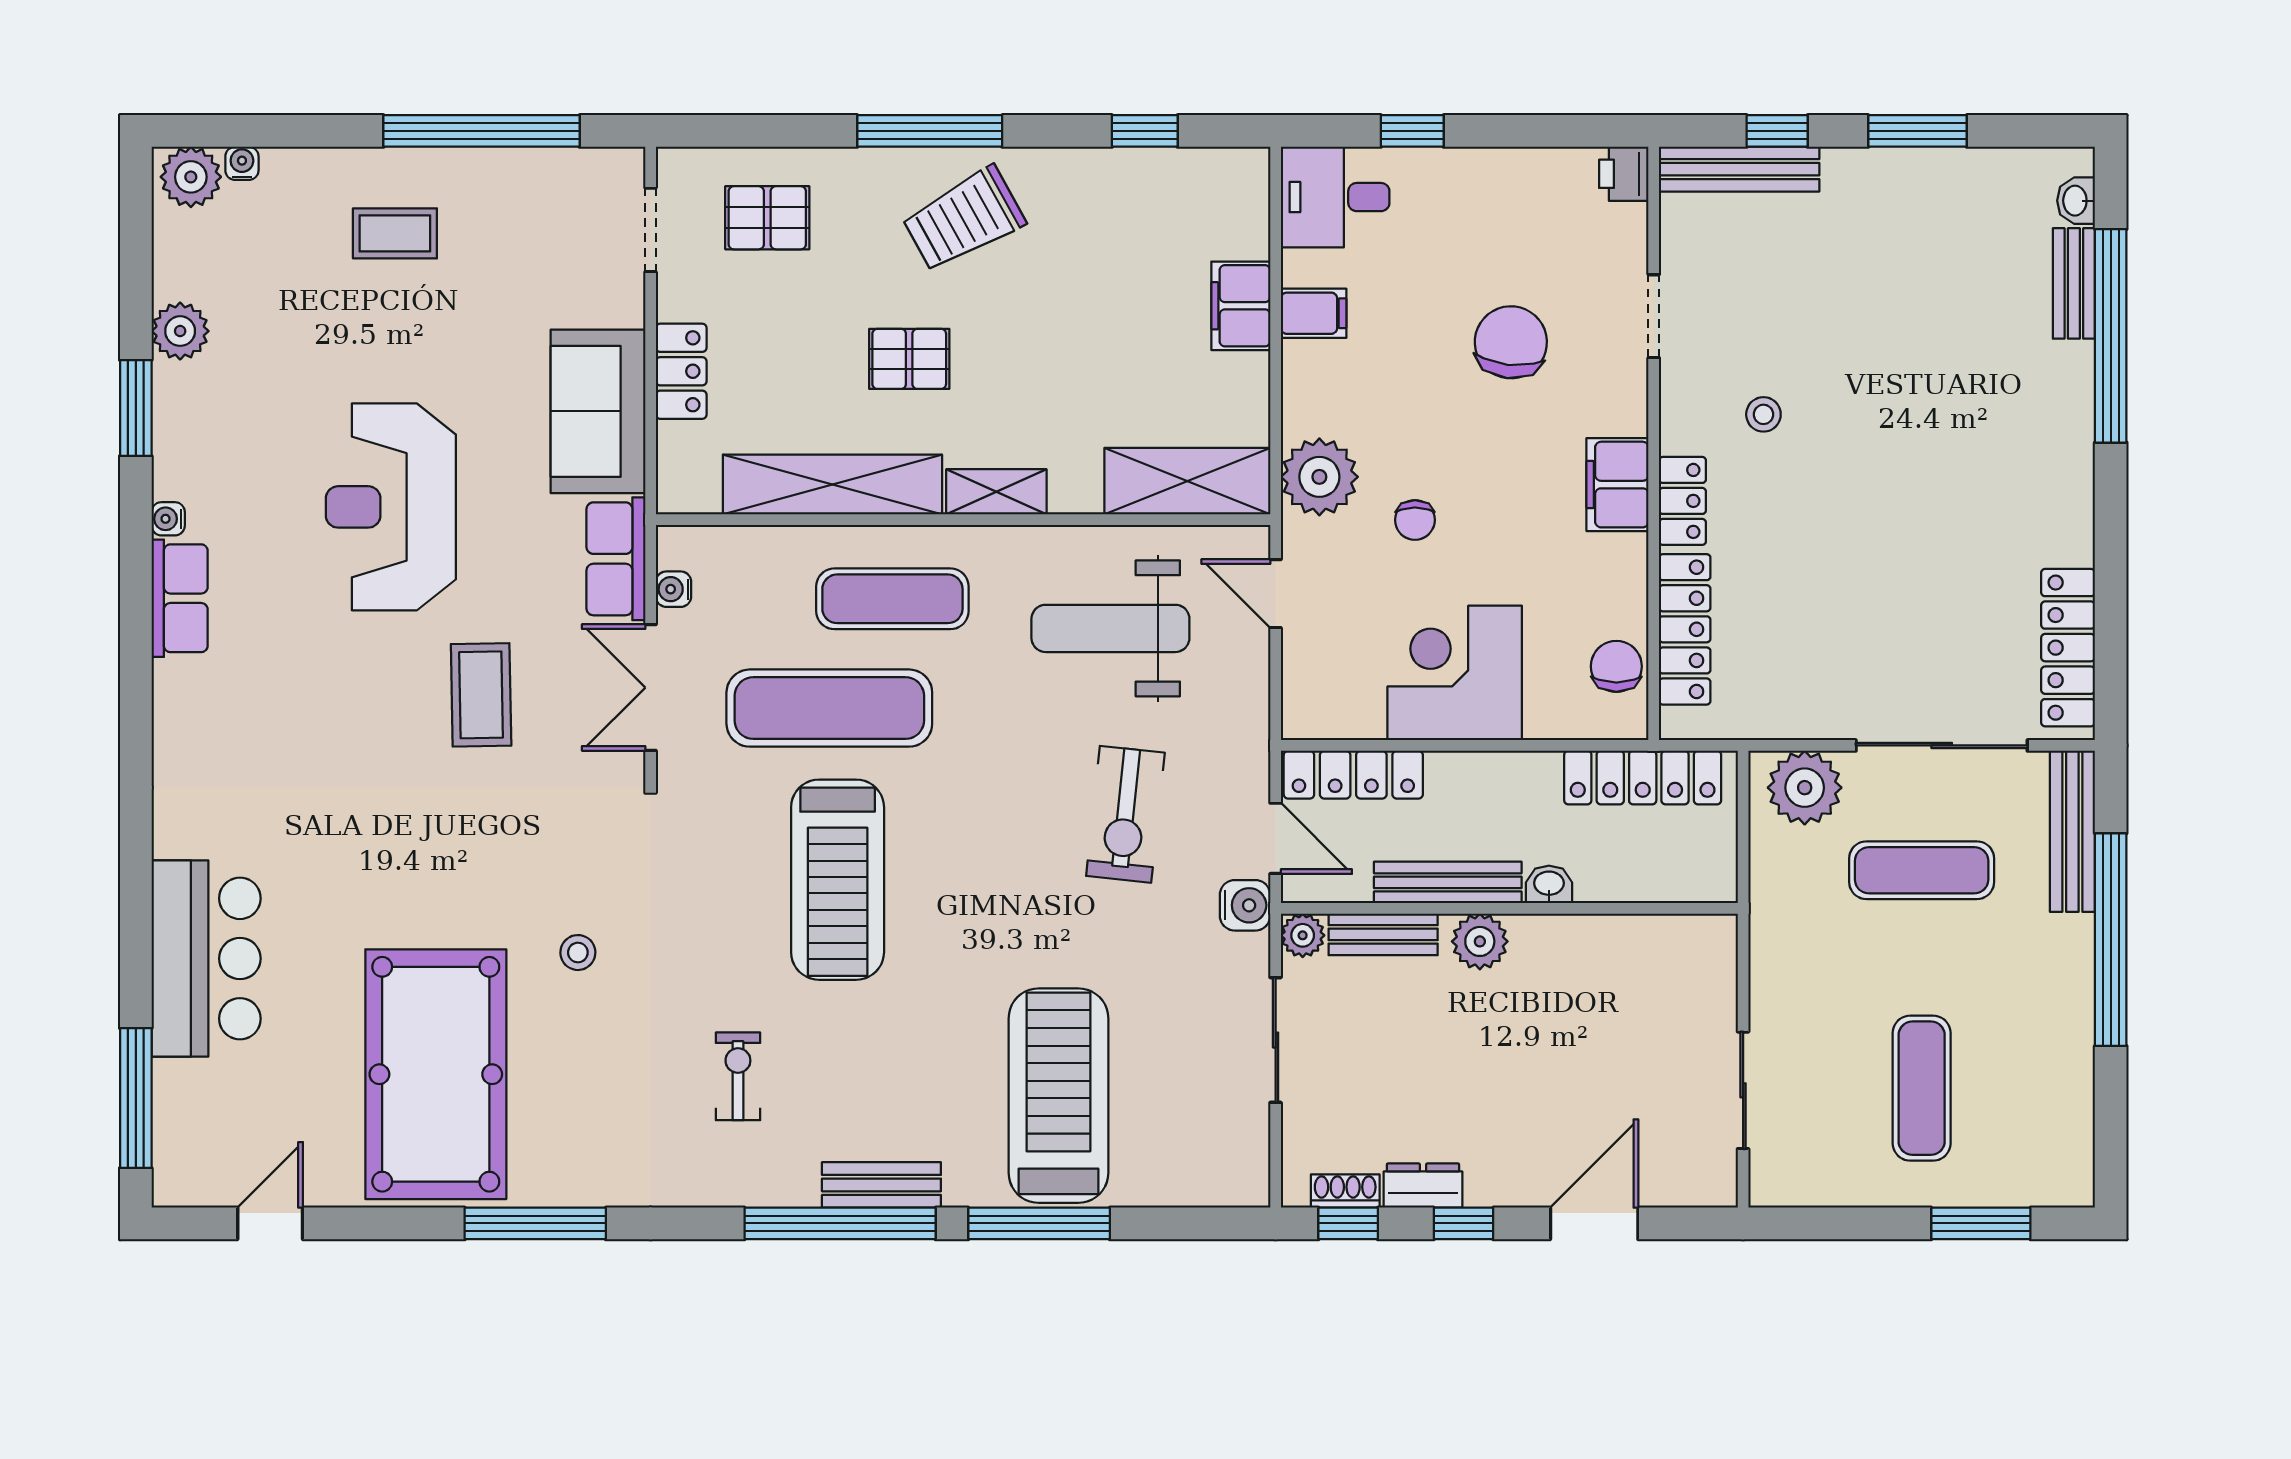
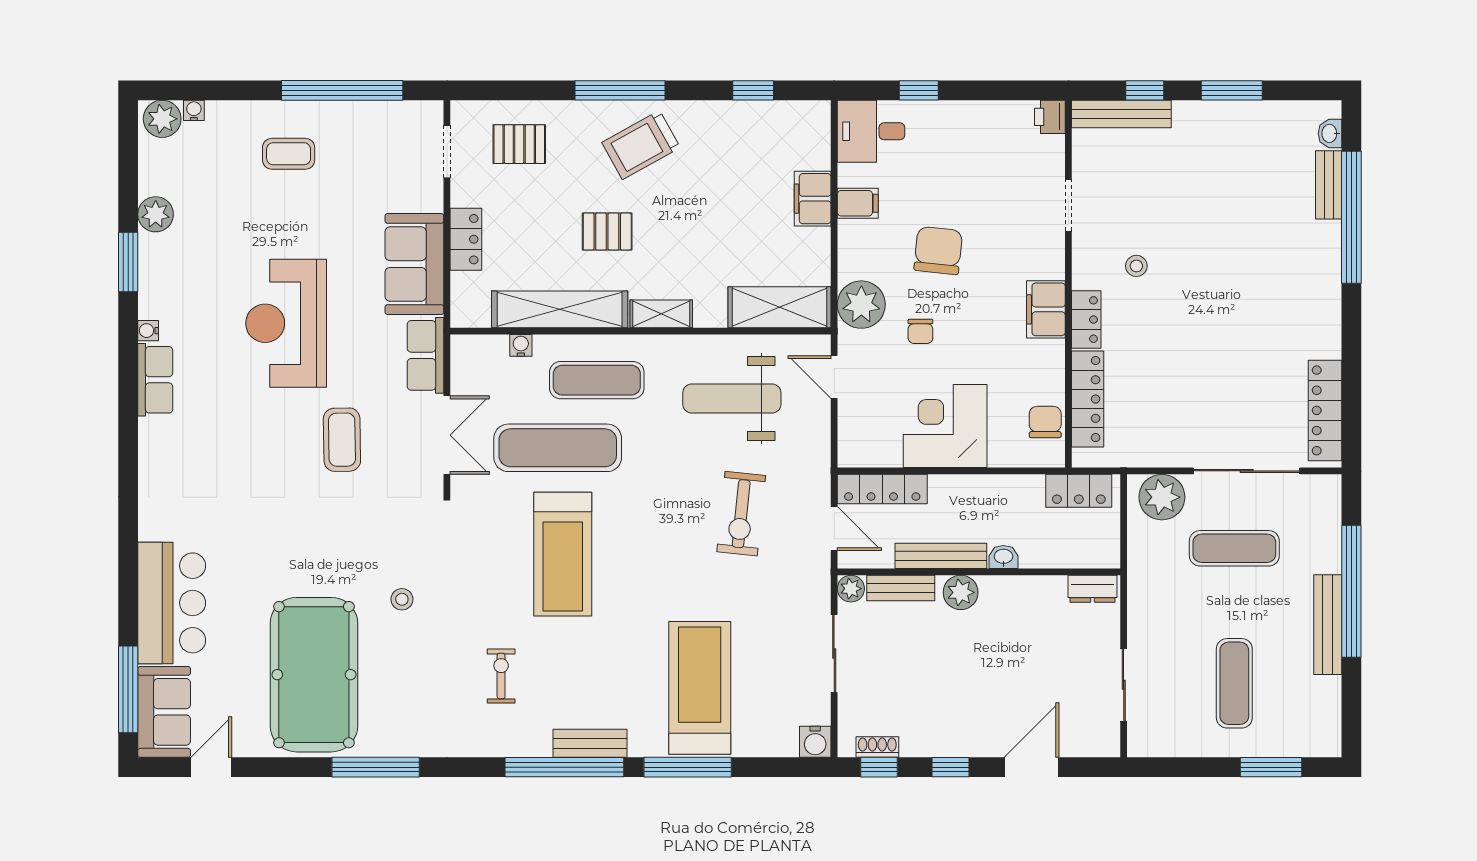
chair: (1511, 342) -> (938, 250), moved
water cooler: (674, 589) -> (521, 345), moved, turned 90
double door: (651, 688) -> (447, 435), swing flipped
locker: (1643, 778) -> (1079, 491), width x0.66
bench: (2072, 831) -> (1328, 625), moved
water cooler: (1245, 905) -> (815, 742), moved, turned 90
sofa: (194, 1134) -> (164, 712), added
dresser: (1423, 1186) -> (1092, 589), moved, turned 180

